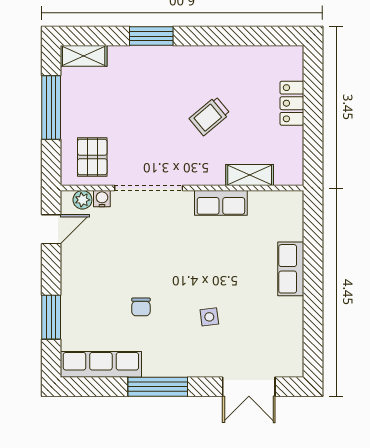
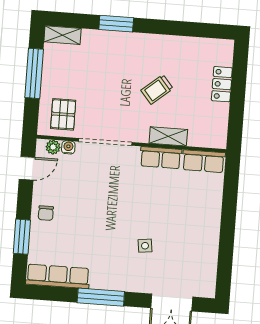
shelving: (250, 175) -> (168, 136), moved
row of seats: (291, 269) -> (204, 161), moved, turned -90
chair: (141, 307) -> (46, 213), moved

